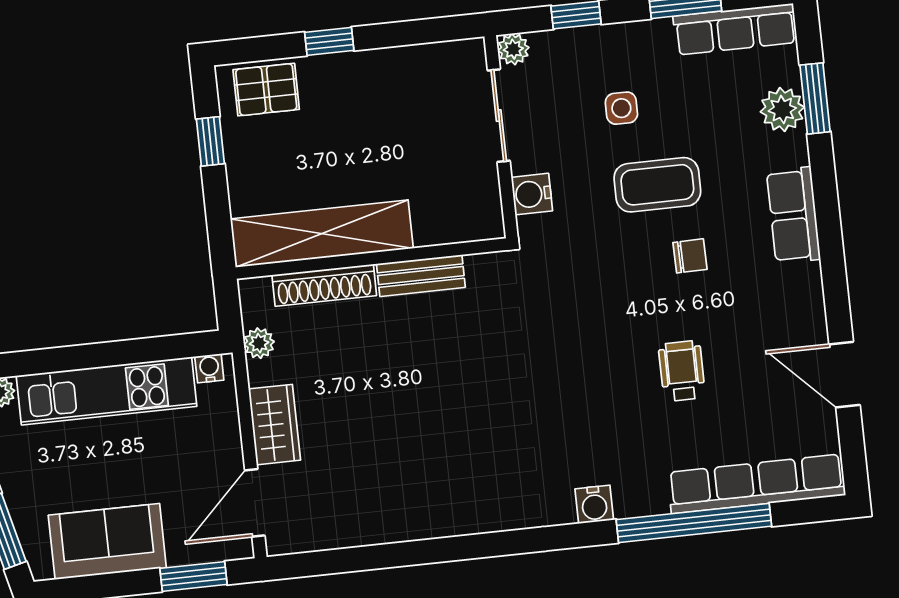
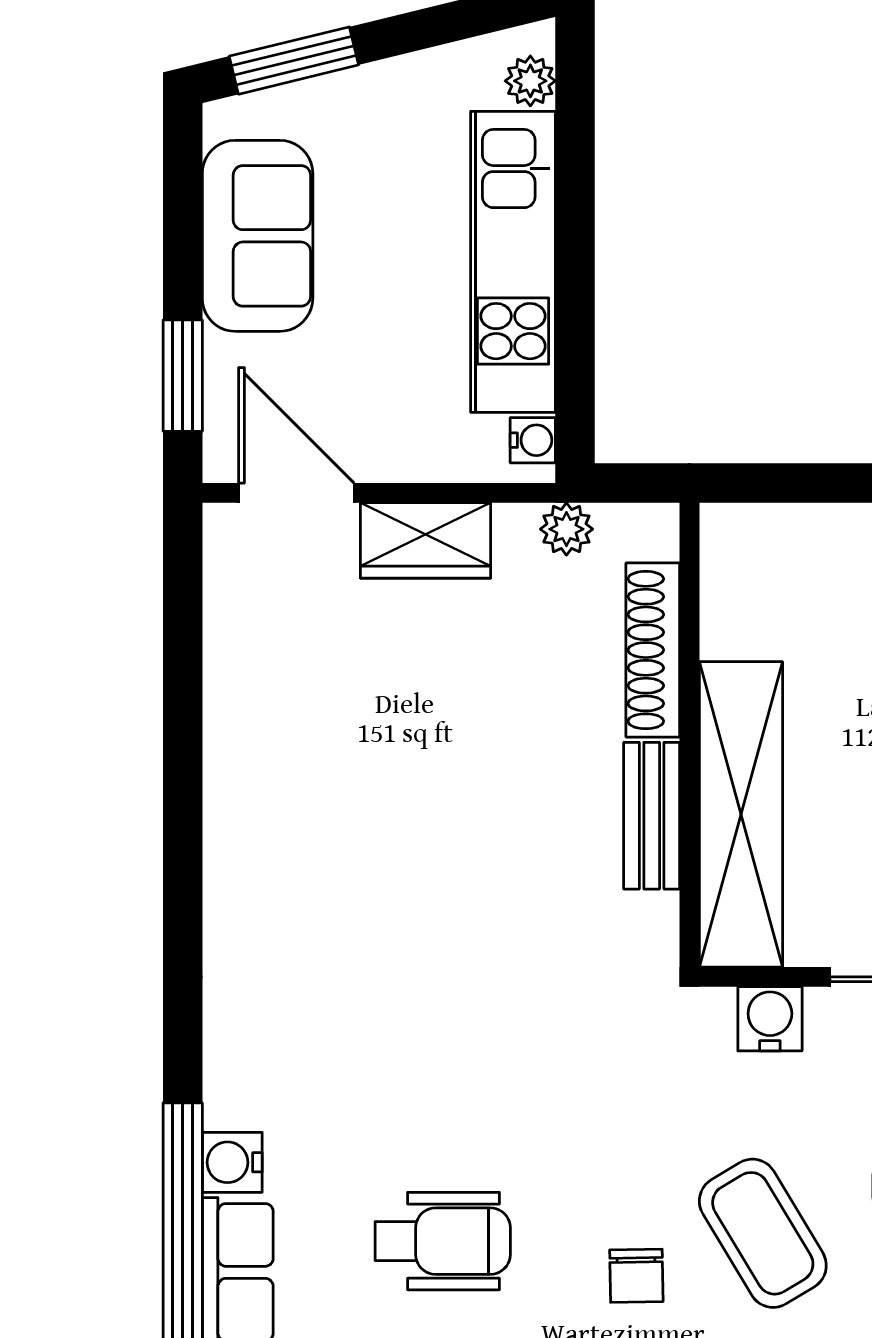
coffee table: (657, 185) -> (763, 1233), turned -31
shelving: (322, 234) -> (741, 814), moved
wheelchair: (682, 371) -> (443, 1241), width x1.36, depth x1.37
water cooler: (594, 504) -> (232, 1162), moved

